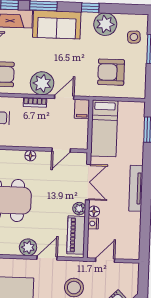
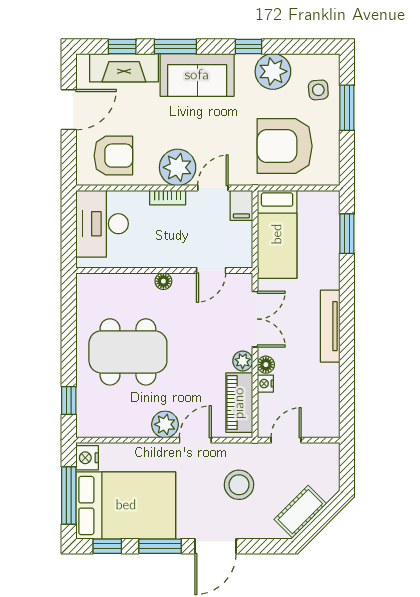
armchair: (111, 72) -> (285, 146), width x1.36, depth x1.36

